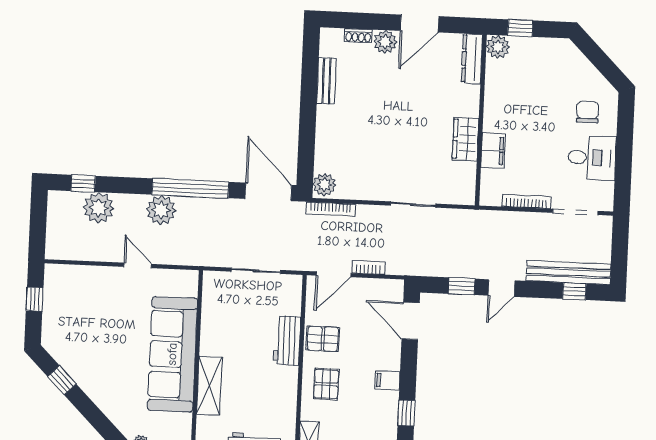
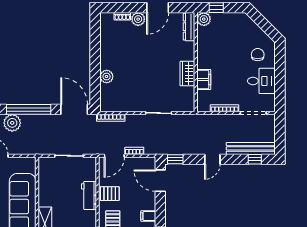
bench: (326, 81) -> (105, 43), removed
plant: (324, 185) -> (107, 77), moved
window: (462, 286) -> (175, 159), moved

